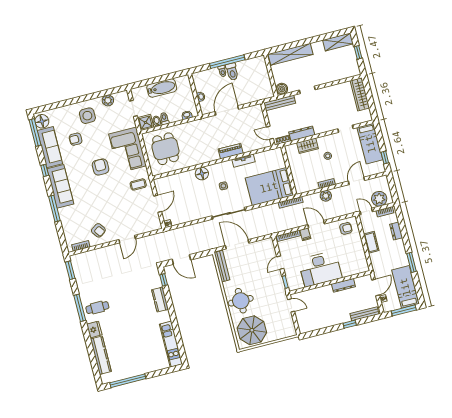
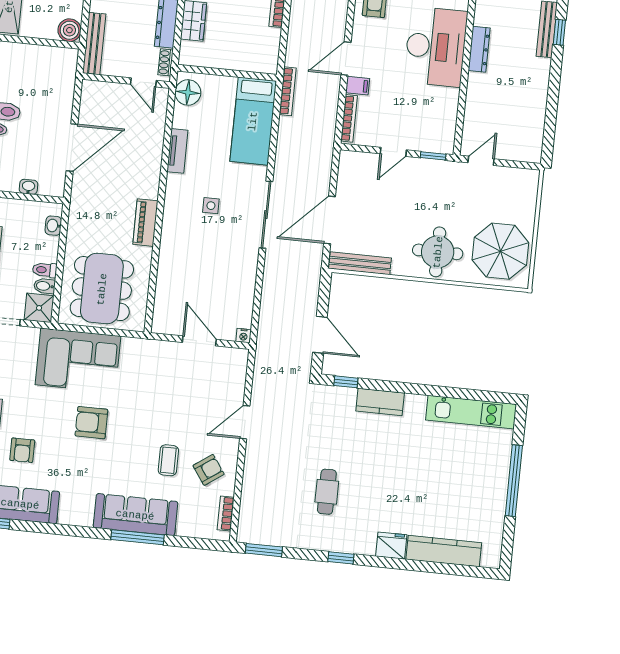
door: (227, 110) -> (72, 148), swing flipped
door: (270, 133) -> (143, 82), hinge flipped
dining table: (165, 149) -> (102, 289), width x1.38
piano: (231, 151) -> (145, 223), moved
window: (45, 170) -> (60, 529), removed
floor lamp: (202, 174) -> (188, 92), moved
coffee table: (138, 184) -> (168, 460), moved
sofa: (60, 186) -> (135, 515), moved
bed: (269, 187) -> (253, 121), width x0.67
plant: (326, 196) -> (300, 21), removed
door: (127, 239) -> (245, 422), swing flipped
door: (181, 260) -> (320, 335), hinge flipped
door: (280, 263) -> (393, 152), hinge flipped
desk: (320, 269) -> (436, 47), moved
window: (80, 308) -> (341, 558), width x0.46
cafe table: (97, 308) -> (327, 492), moved
window: (350, 324) -> (559, 32), moved
window: (128, 381) -> (514, 481), moved

